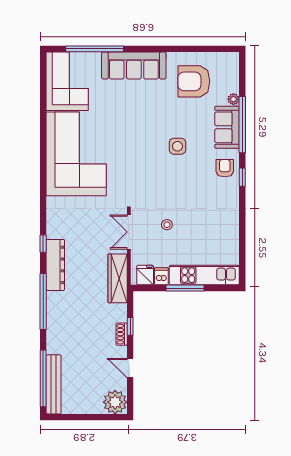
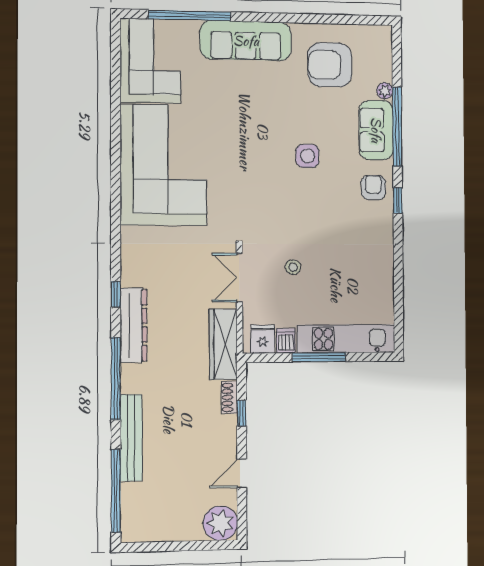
shoe rack: (122, 334) -> (229, 397), moved
door: (130, 368) -> (242, 473), hinge flipped
bench: (54, 384) -> (131, 438), moved

